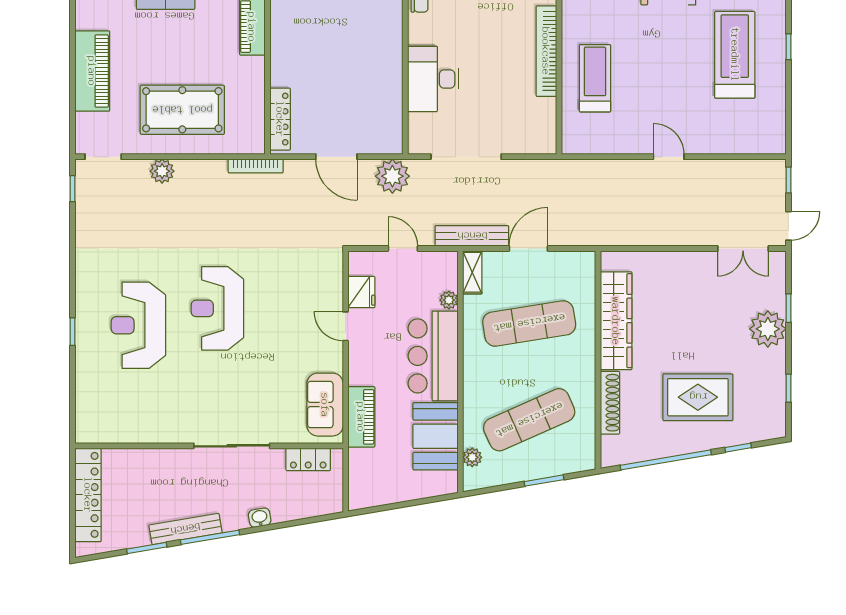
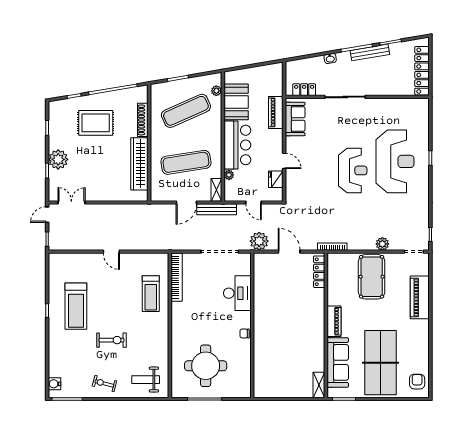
bookcase: (546, 51) -> (177, 277), moved
pool table: (182, 110) -> (372, 277), turned 90
reception desk: (138, 325) -> (395, 161), width x1.36, depth x1.30

